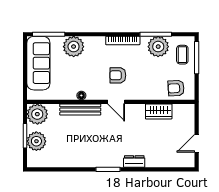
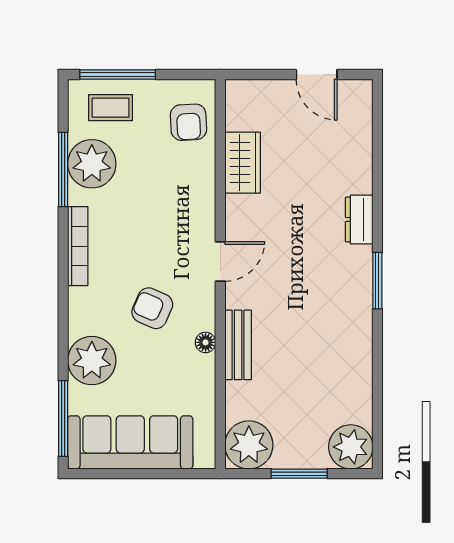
armchair: (118, 75) -> (152, 308), moved, turned 114
bench: (80, 109) -> (238, 345), width x0.73
plant: (36, 141) -> (351, 447), moved

